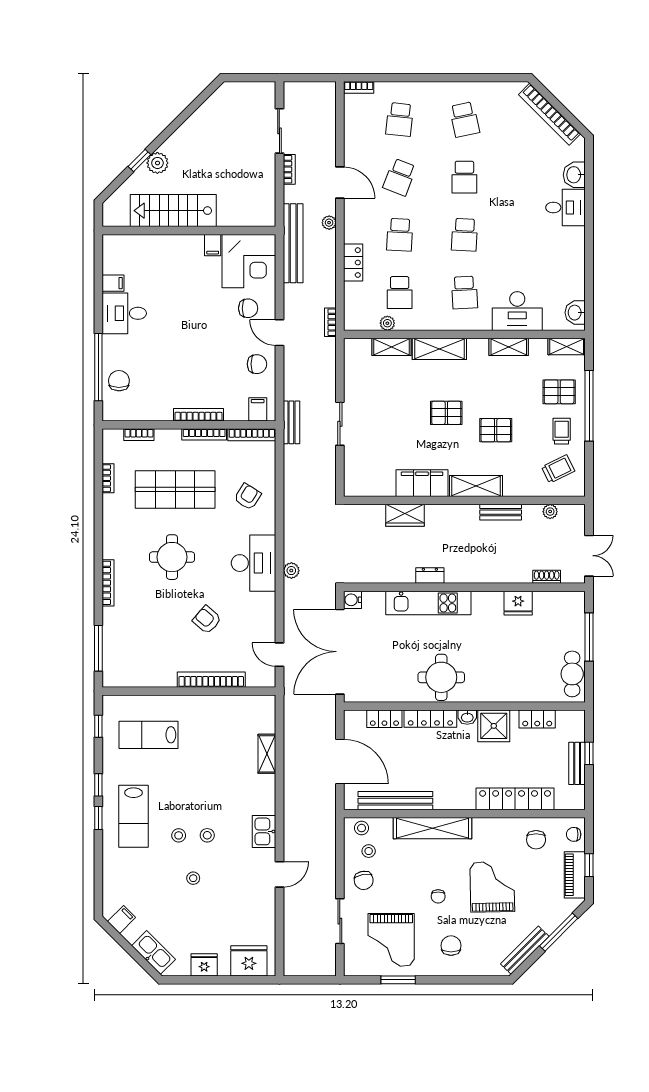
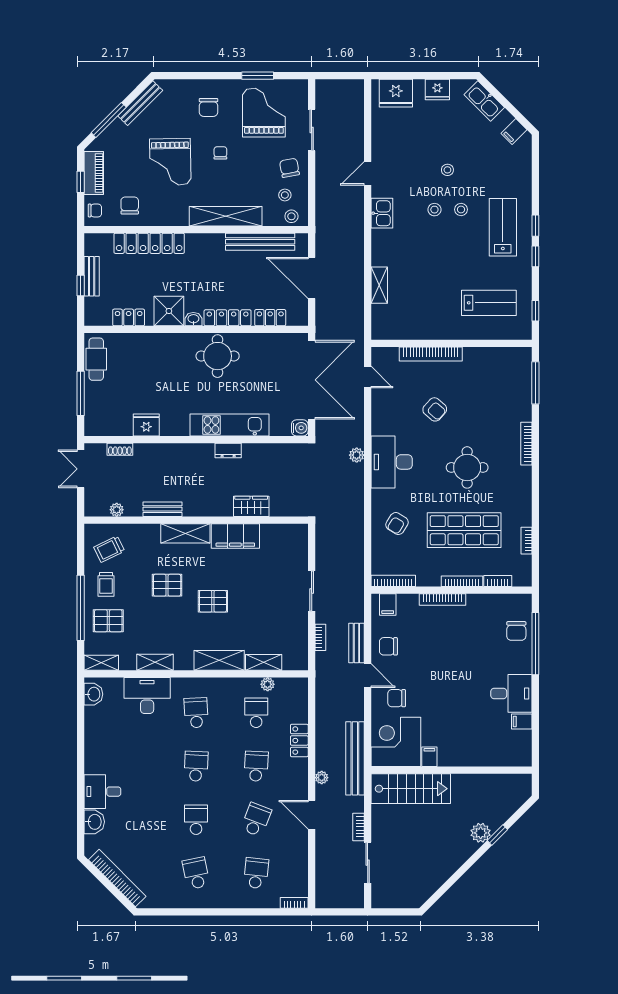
stairs: (173, 211) -> (411, 789), moved
bookcase: (330, 322) -> (320, 637), moved
bench: (291, 422) -> (356, 643), moved
bookcase: (204, 434) -> (462, 581), moved

